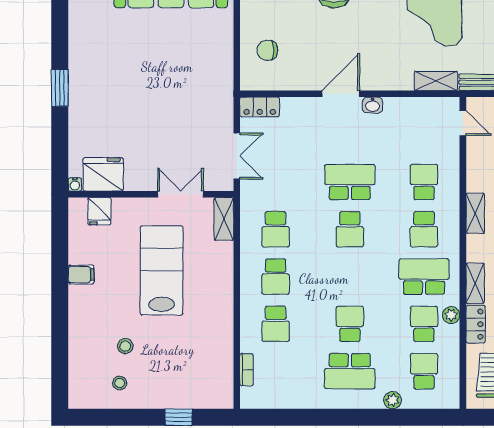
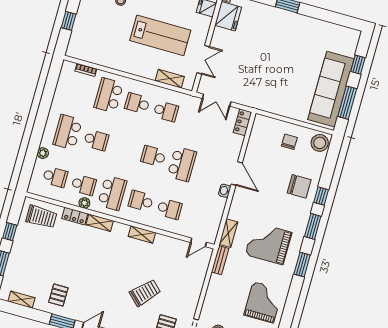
chair: (267, 50) -> (289, 142), moved
shelving: (224, 219) -> (170, 79), moved
school desk: (276, 229) -> (166, 111), turned 180
school desk: (276, 324) -> (109, 95), width x1.85

